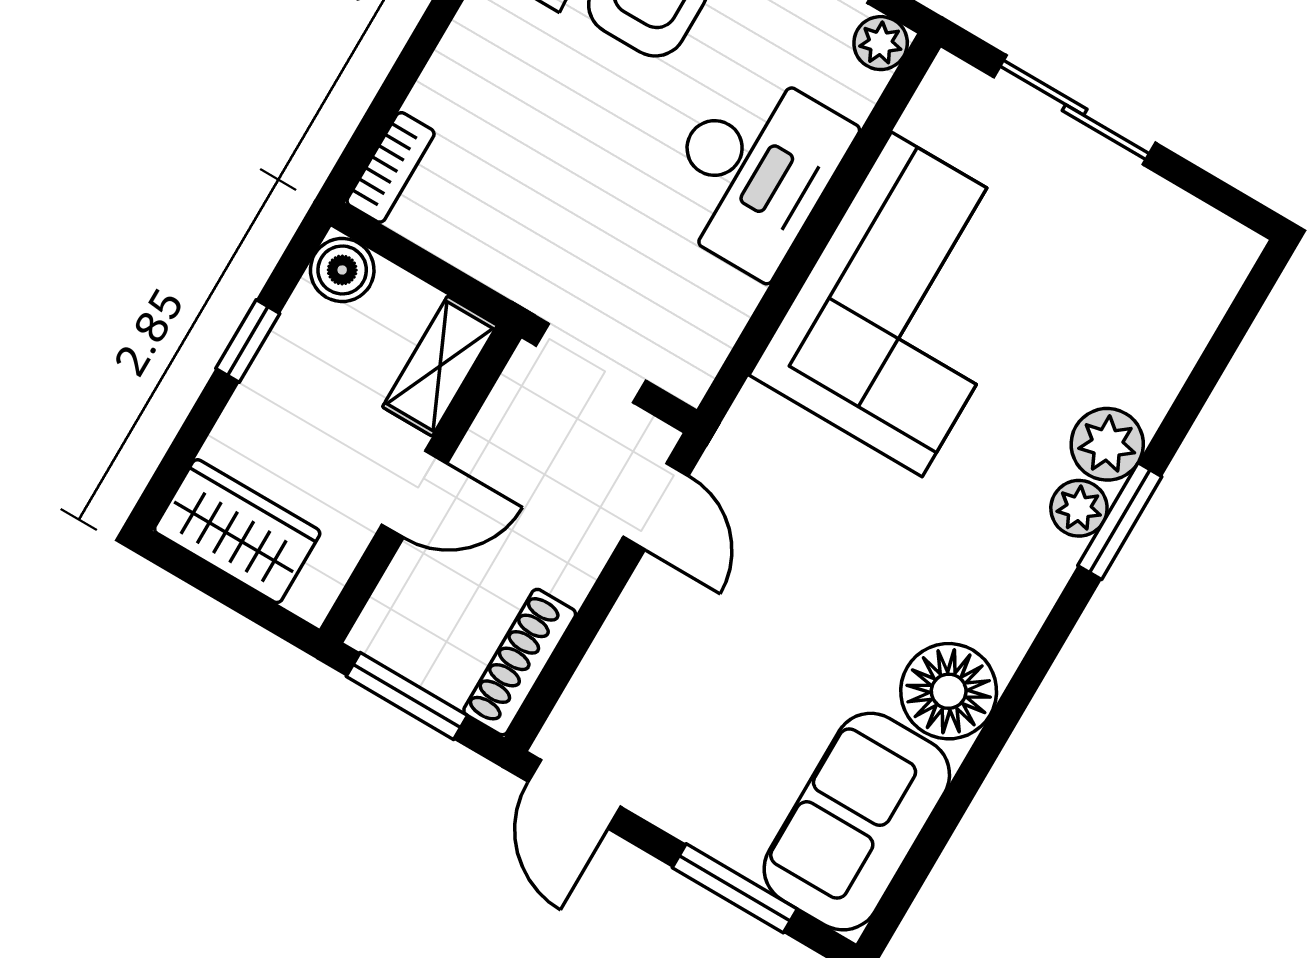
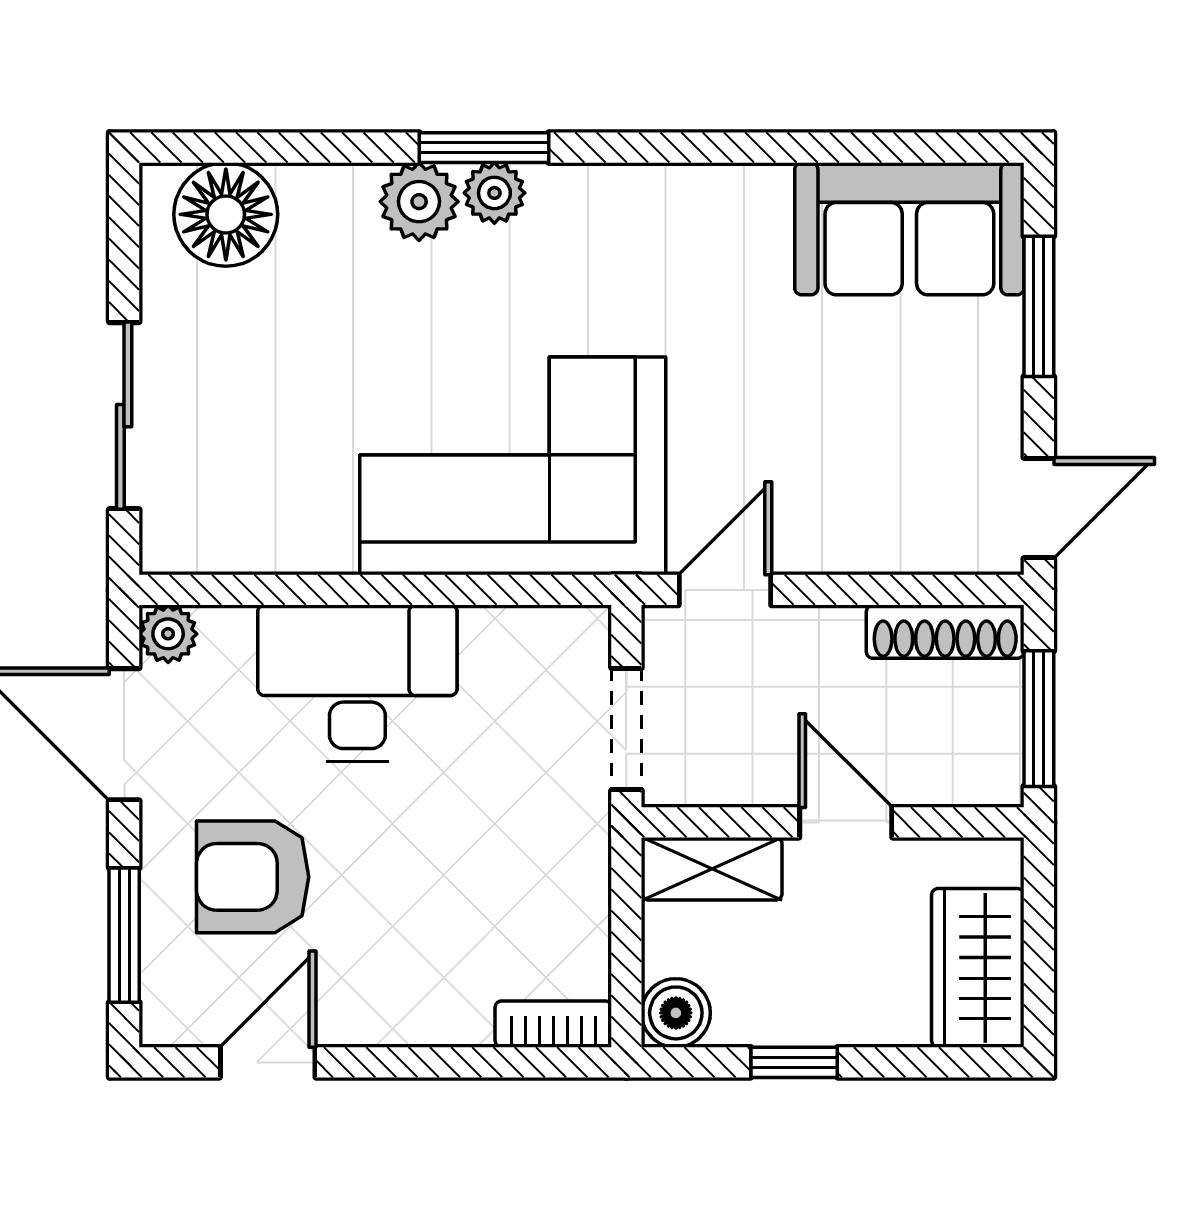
corner sofa: (907, 304) -> (513, 466), moved
floor lamp: (949, 691) -> (226, 214), moved

